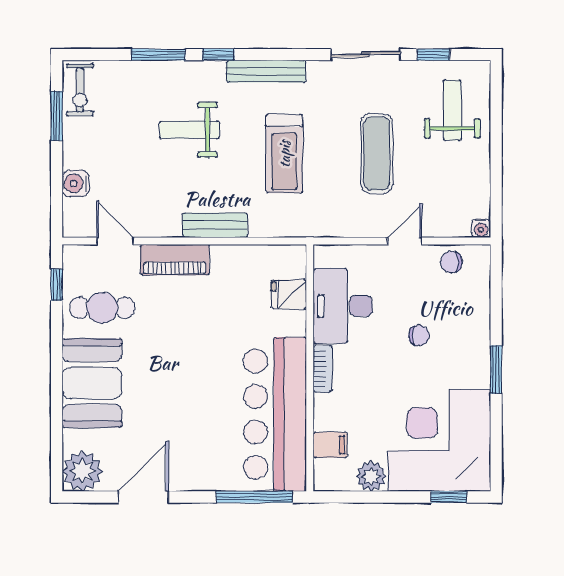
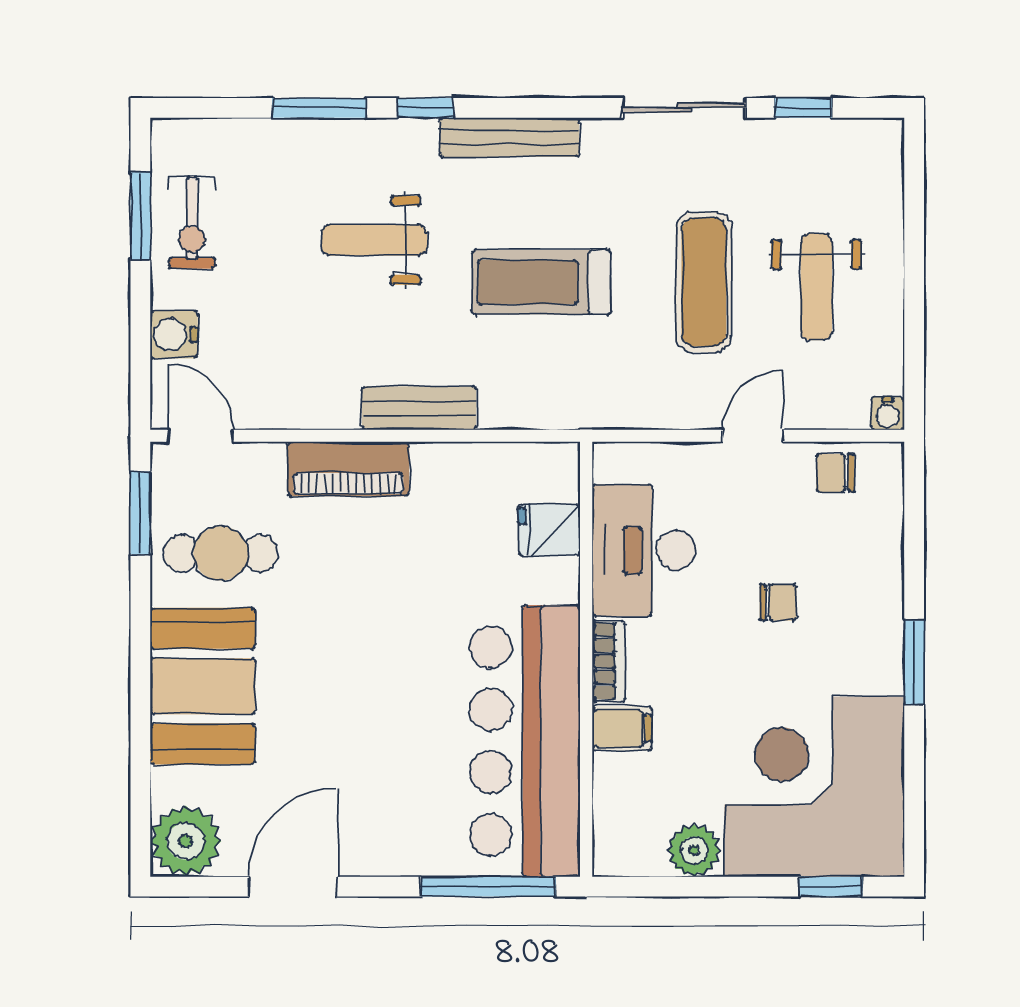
exercise bike: (80, 90) -> (192, 222), moved
weight bench: (452, 110) -> (816, 287), moved, turned 180
treadmill: (284, 154) -> (541, 282), turned 90
door: (115, 241) -> (201, 436), moved
window: (57, 285) -> (140, 513), width x1.50
filing cabinet: (330, 445) -> (622, 728), moved

